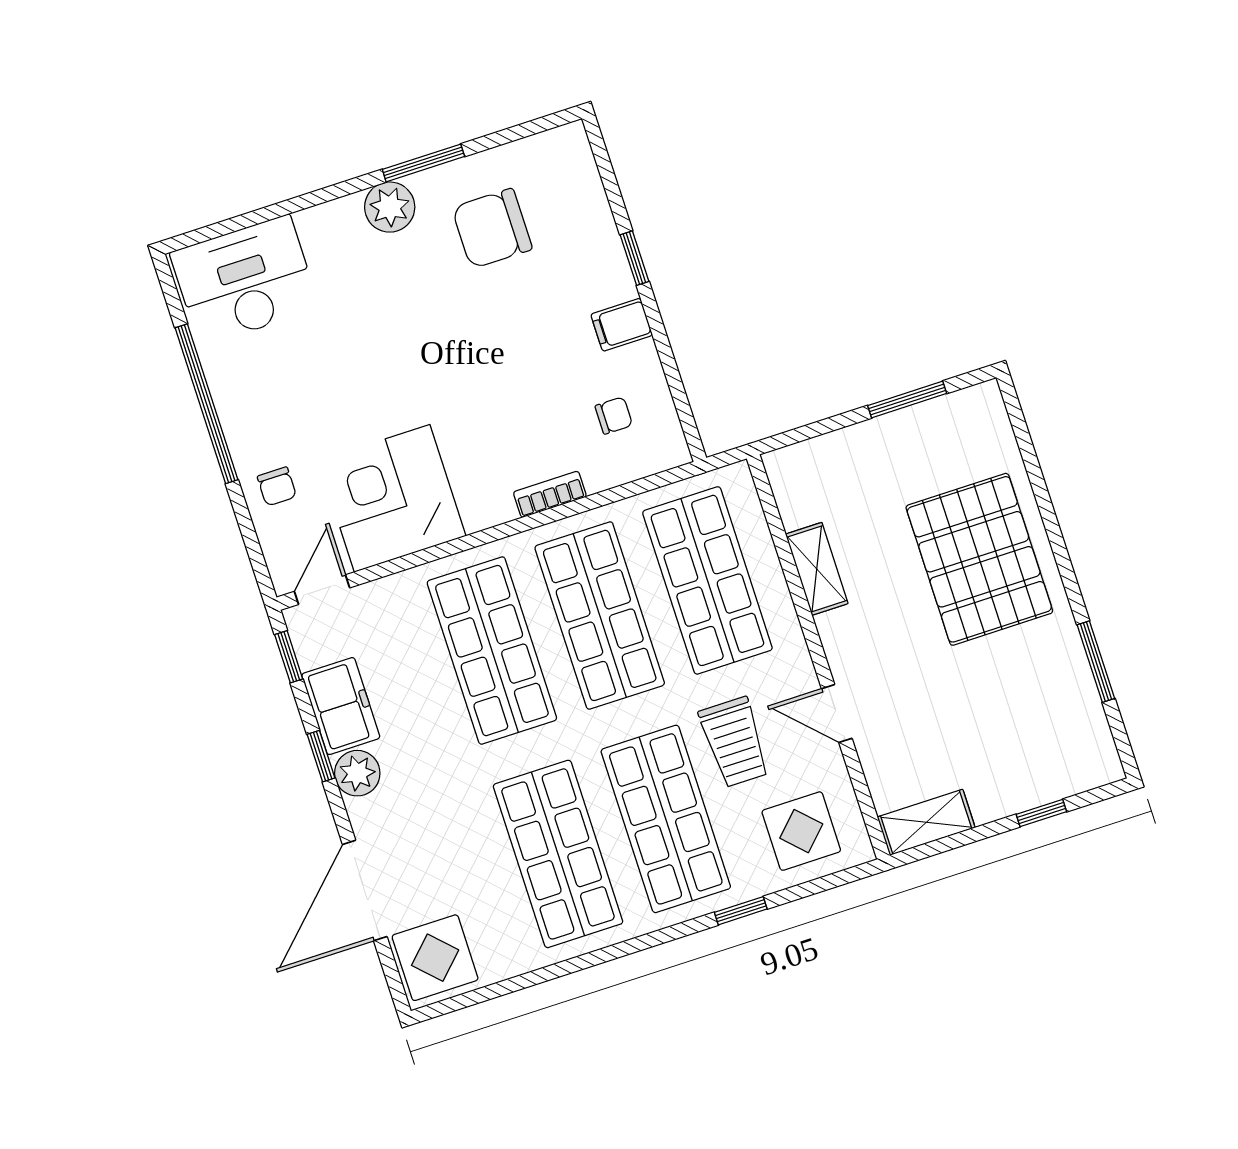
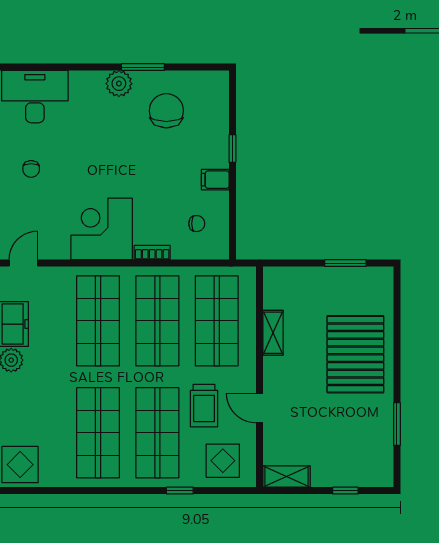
chair: (492, 228) -> (166, 111), turned 90
chair: (277, 486) -> (31, 169), moved
corner desk: (392, 498) -> (102, 229), moved

